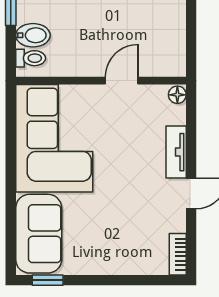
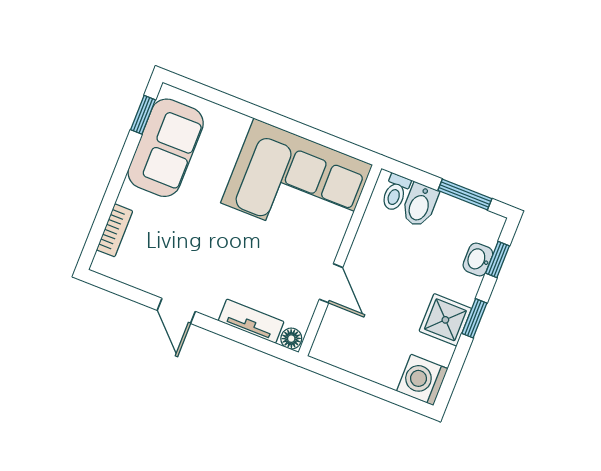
tv unit: (176, 152) -> (251, 321), moved
sofa: (39, 234) -> (166, 148), moved, turned -90
bookcase: (178, 254) -> (115, 230), moved, turned 90

